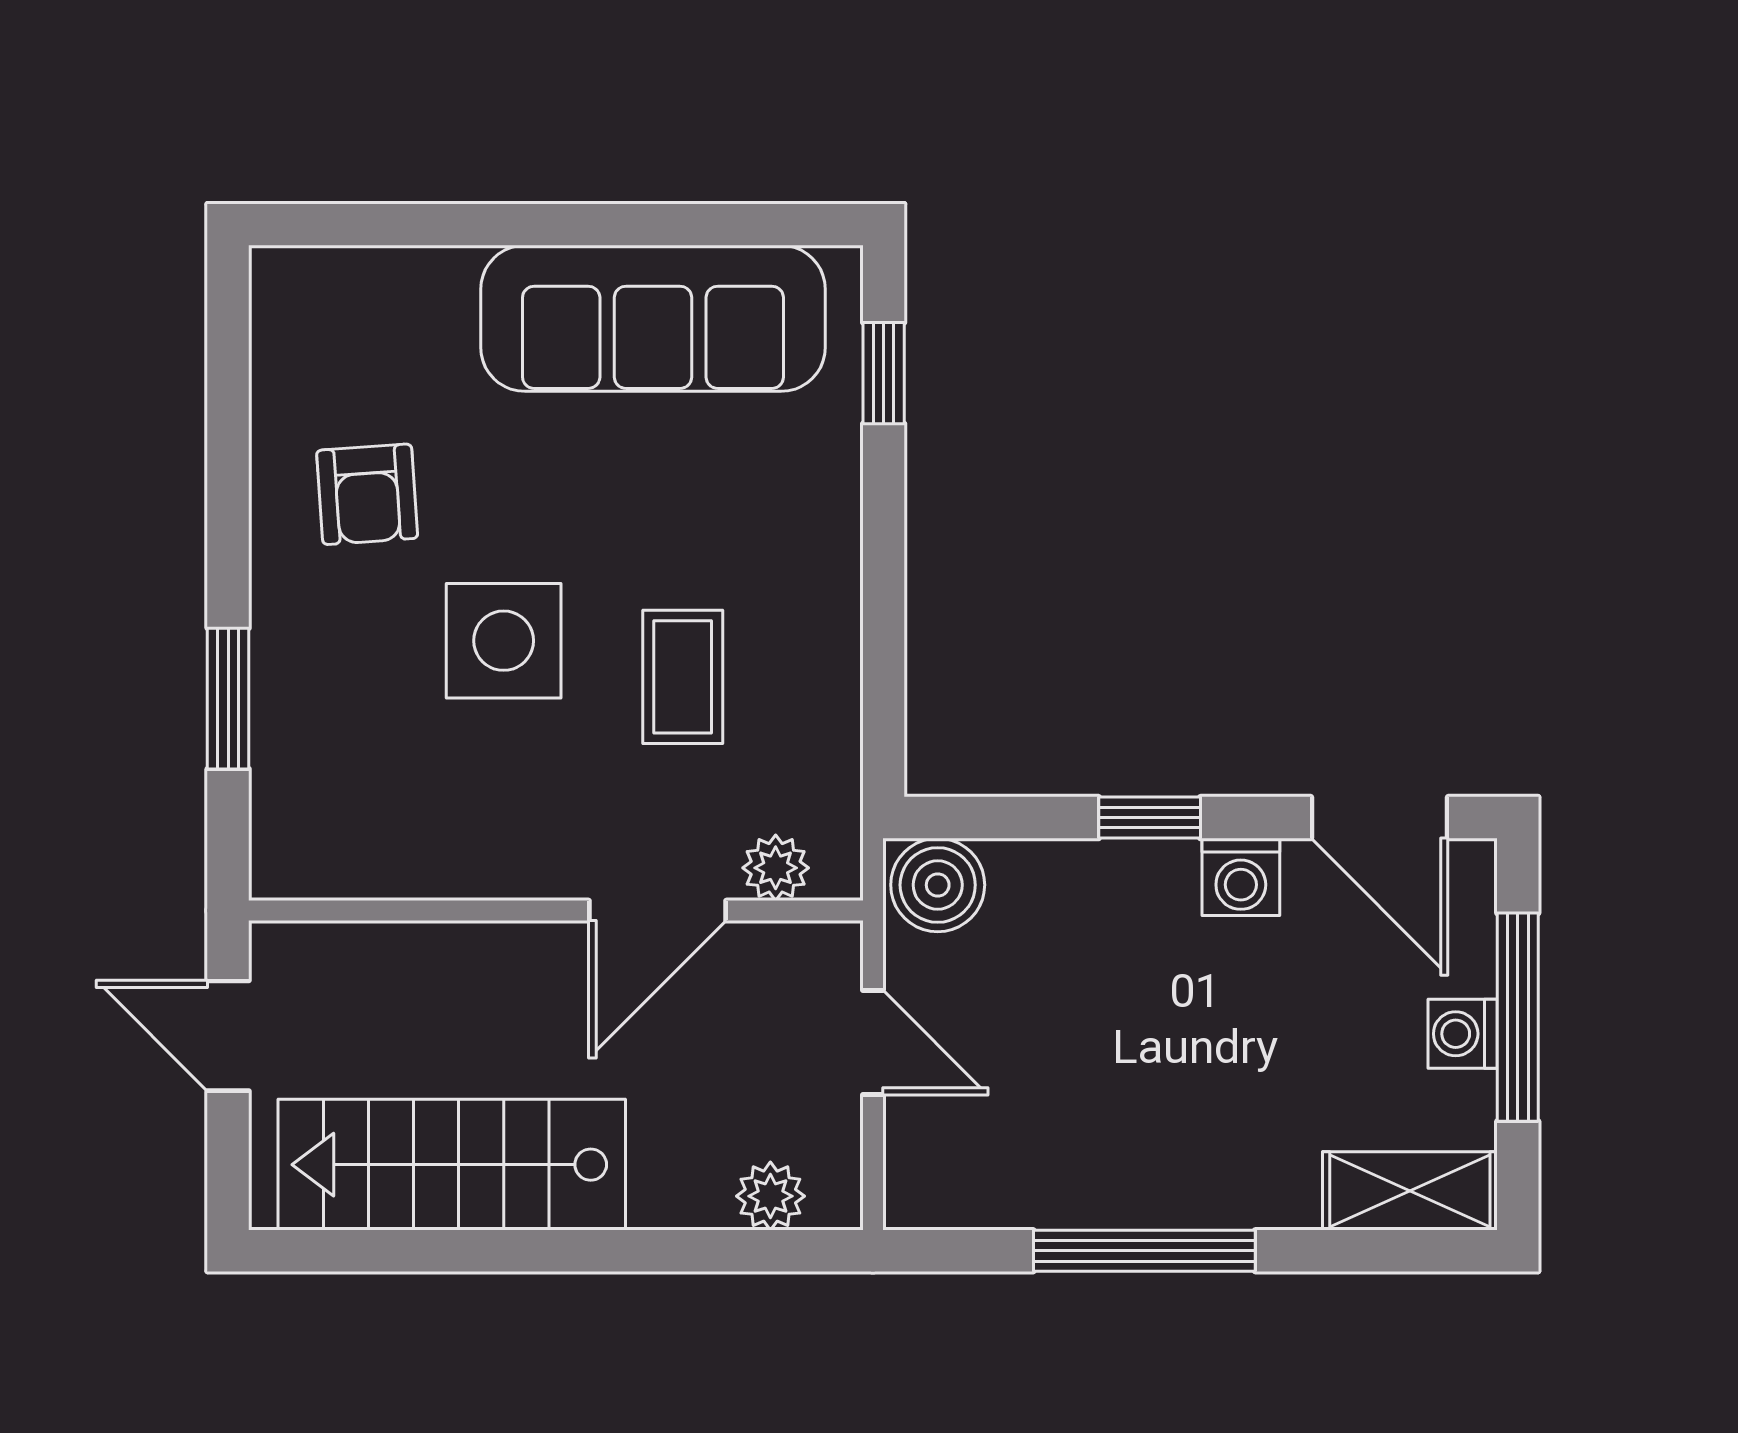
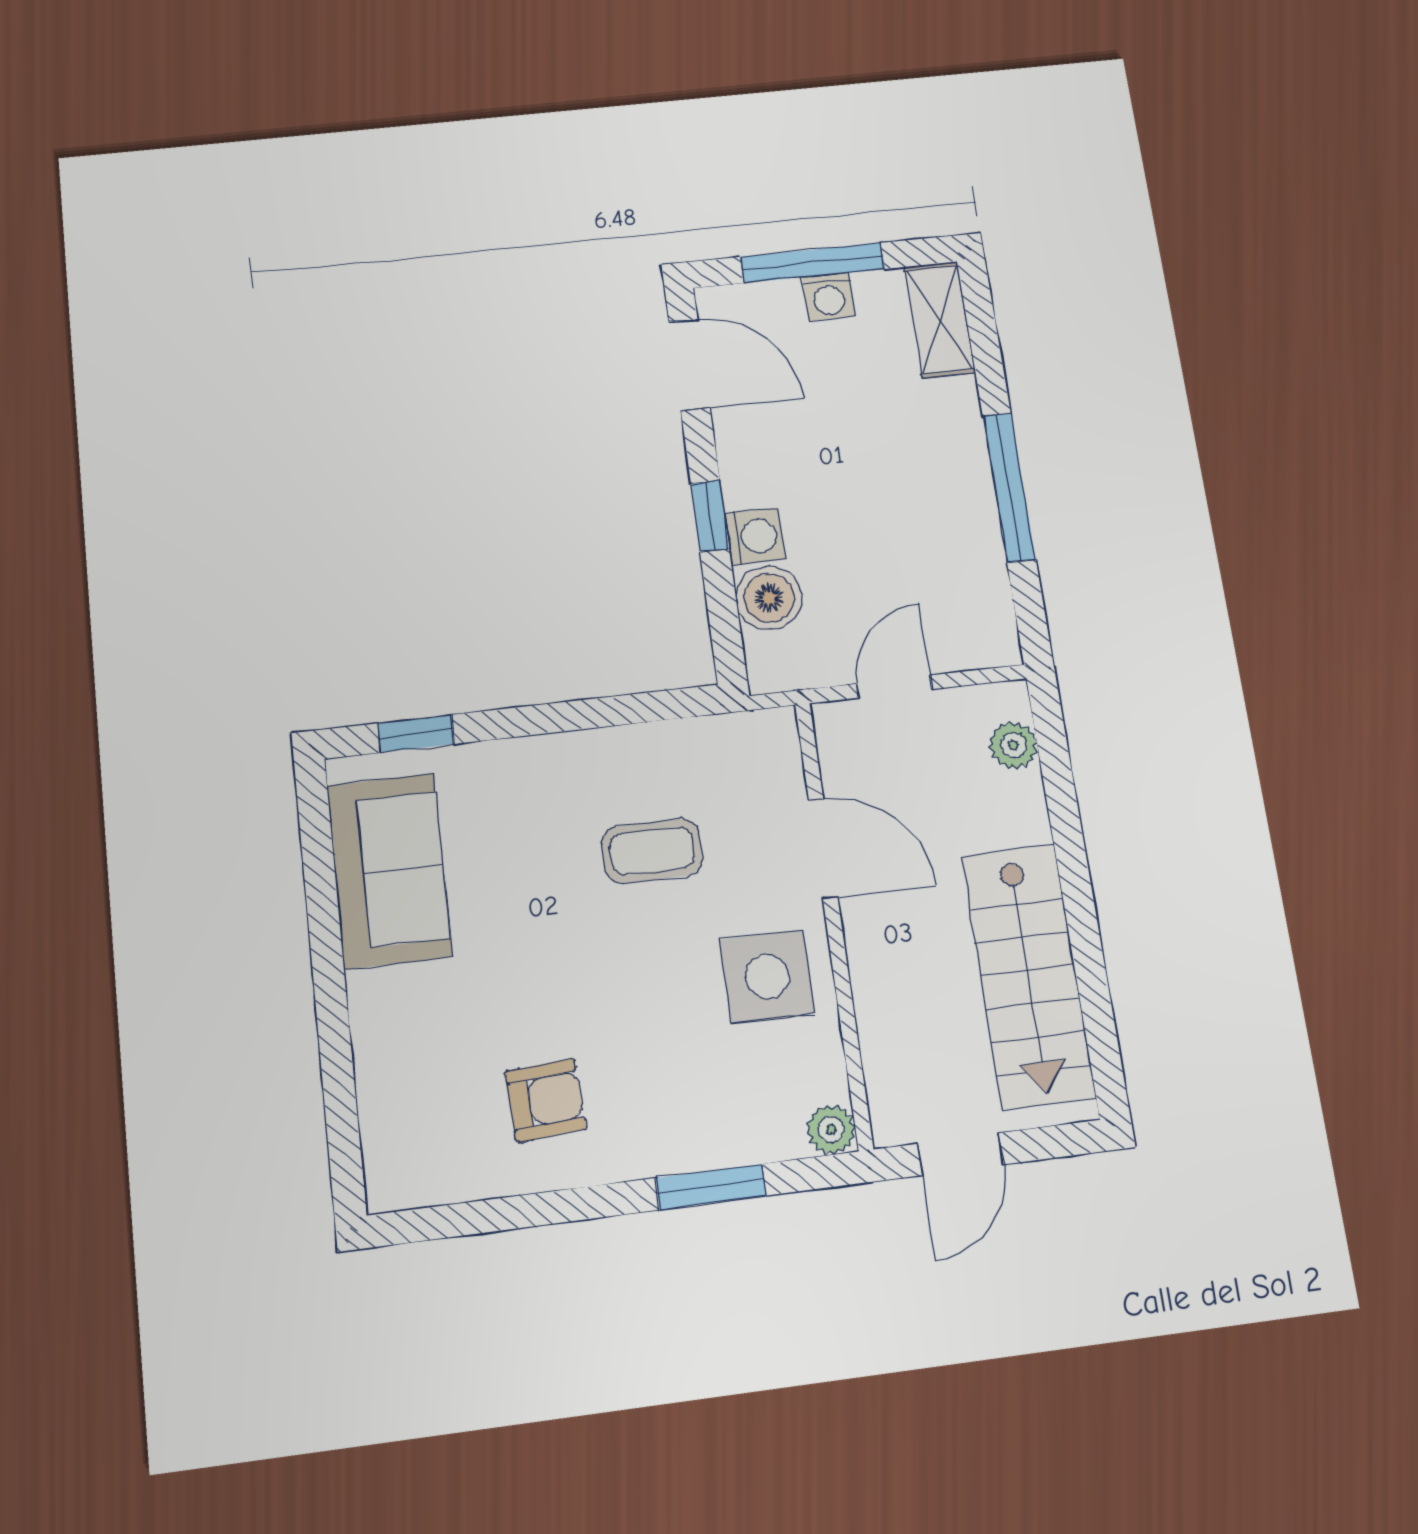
sofa: (653, 318) -> (389, 871), width x0.73
side table: (504, 641) -> (767, 976), moved
door: (1380, 818) -> (689, 365), hinge flipped
plant: (776, 868) -> (831, 1130), moved
washing machine: (1241, 877) -> (755, 536), moved
boiler: (938, 885) -> (769, 598), moved

